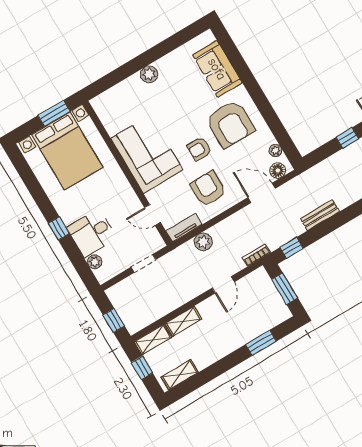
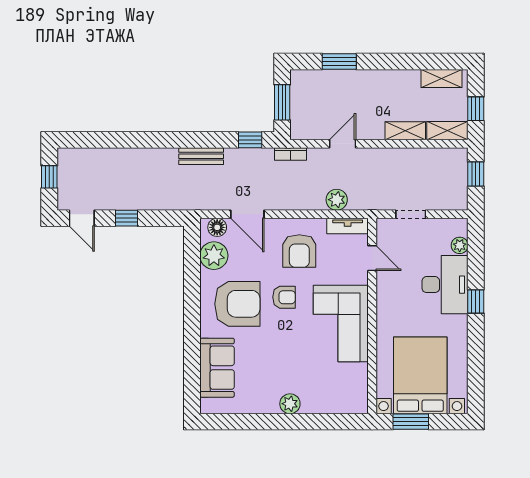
armchair: (230, 124) -> (237, 304), turned 90
plant: (275, 150) -> (214, 256), width x1.88, depth x1.88
desk: (92, 233) -> (445, 285), width x1.37

